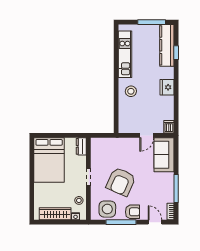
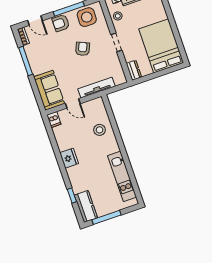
kitchen counter: (167, 45) -> (86, 207), width x0.67
stool: (131, 91) -> (100, 130), moved
door: (147, 135) -> (73, 103), swing flipped
tv unit: (120, 142) -> (96, 88), added
armchair: (121, 182) -> (83, 49), width x0.53, depth x0.53

